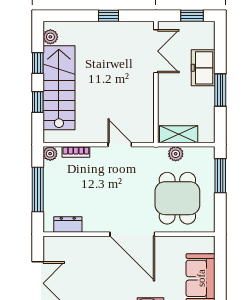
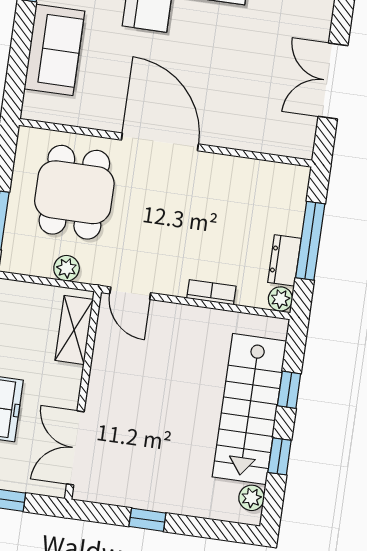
shelving: (179, 134) -> (74, 330), moved, turned 90
door: (120, 145) -> (130, 293), moved
bookcase: (76, 152) -> (211, 292), moved
dresser: (68, 224) -> (284, 260), moved, turned 90

